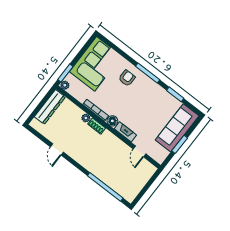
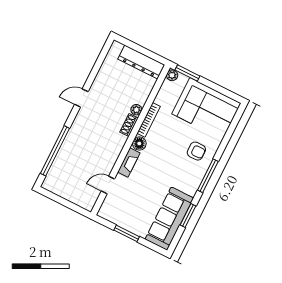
sofa: (177, 128) -> (169, 219), moved, turned -90
door: (57, 149) -> (81, 98), moved

